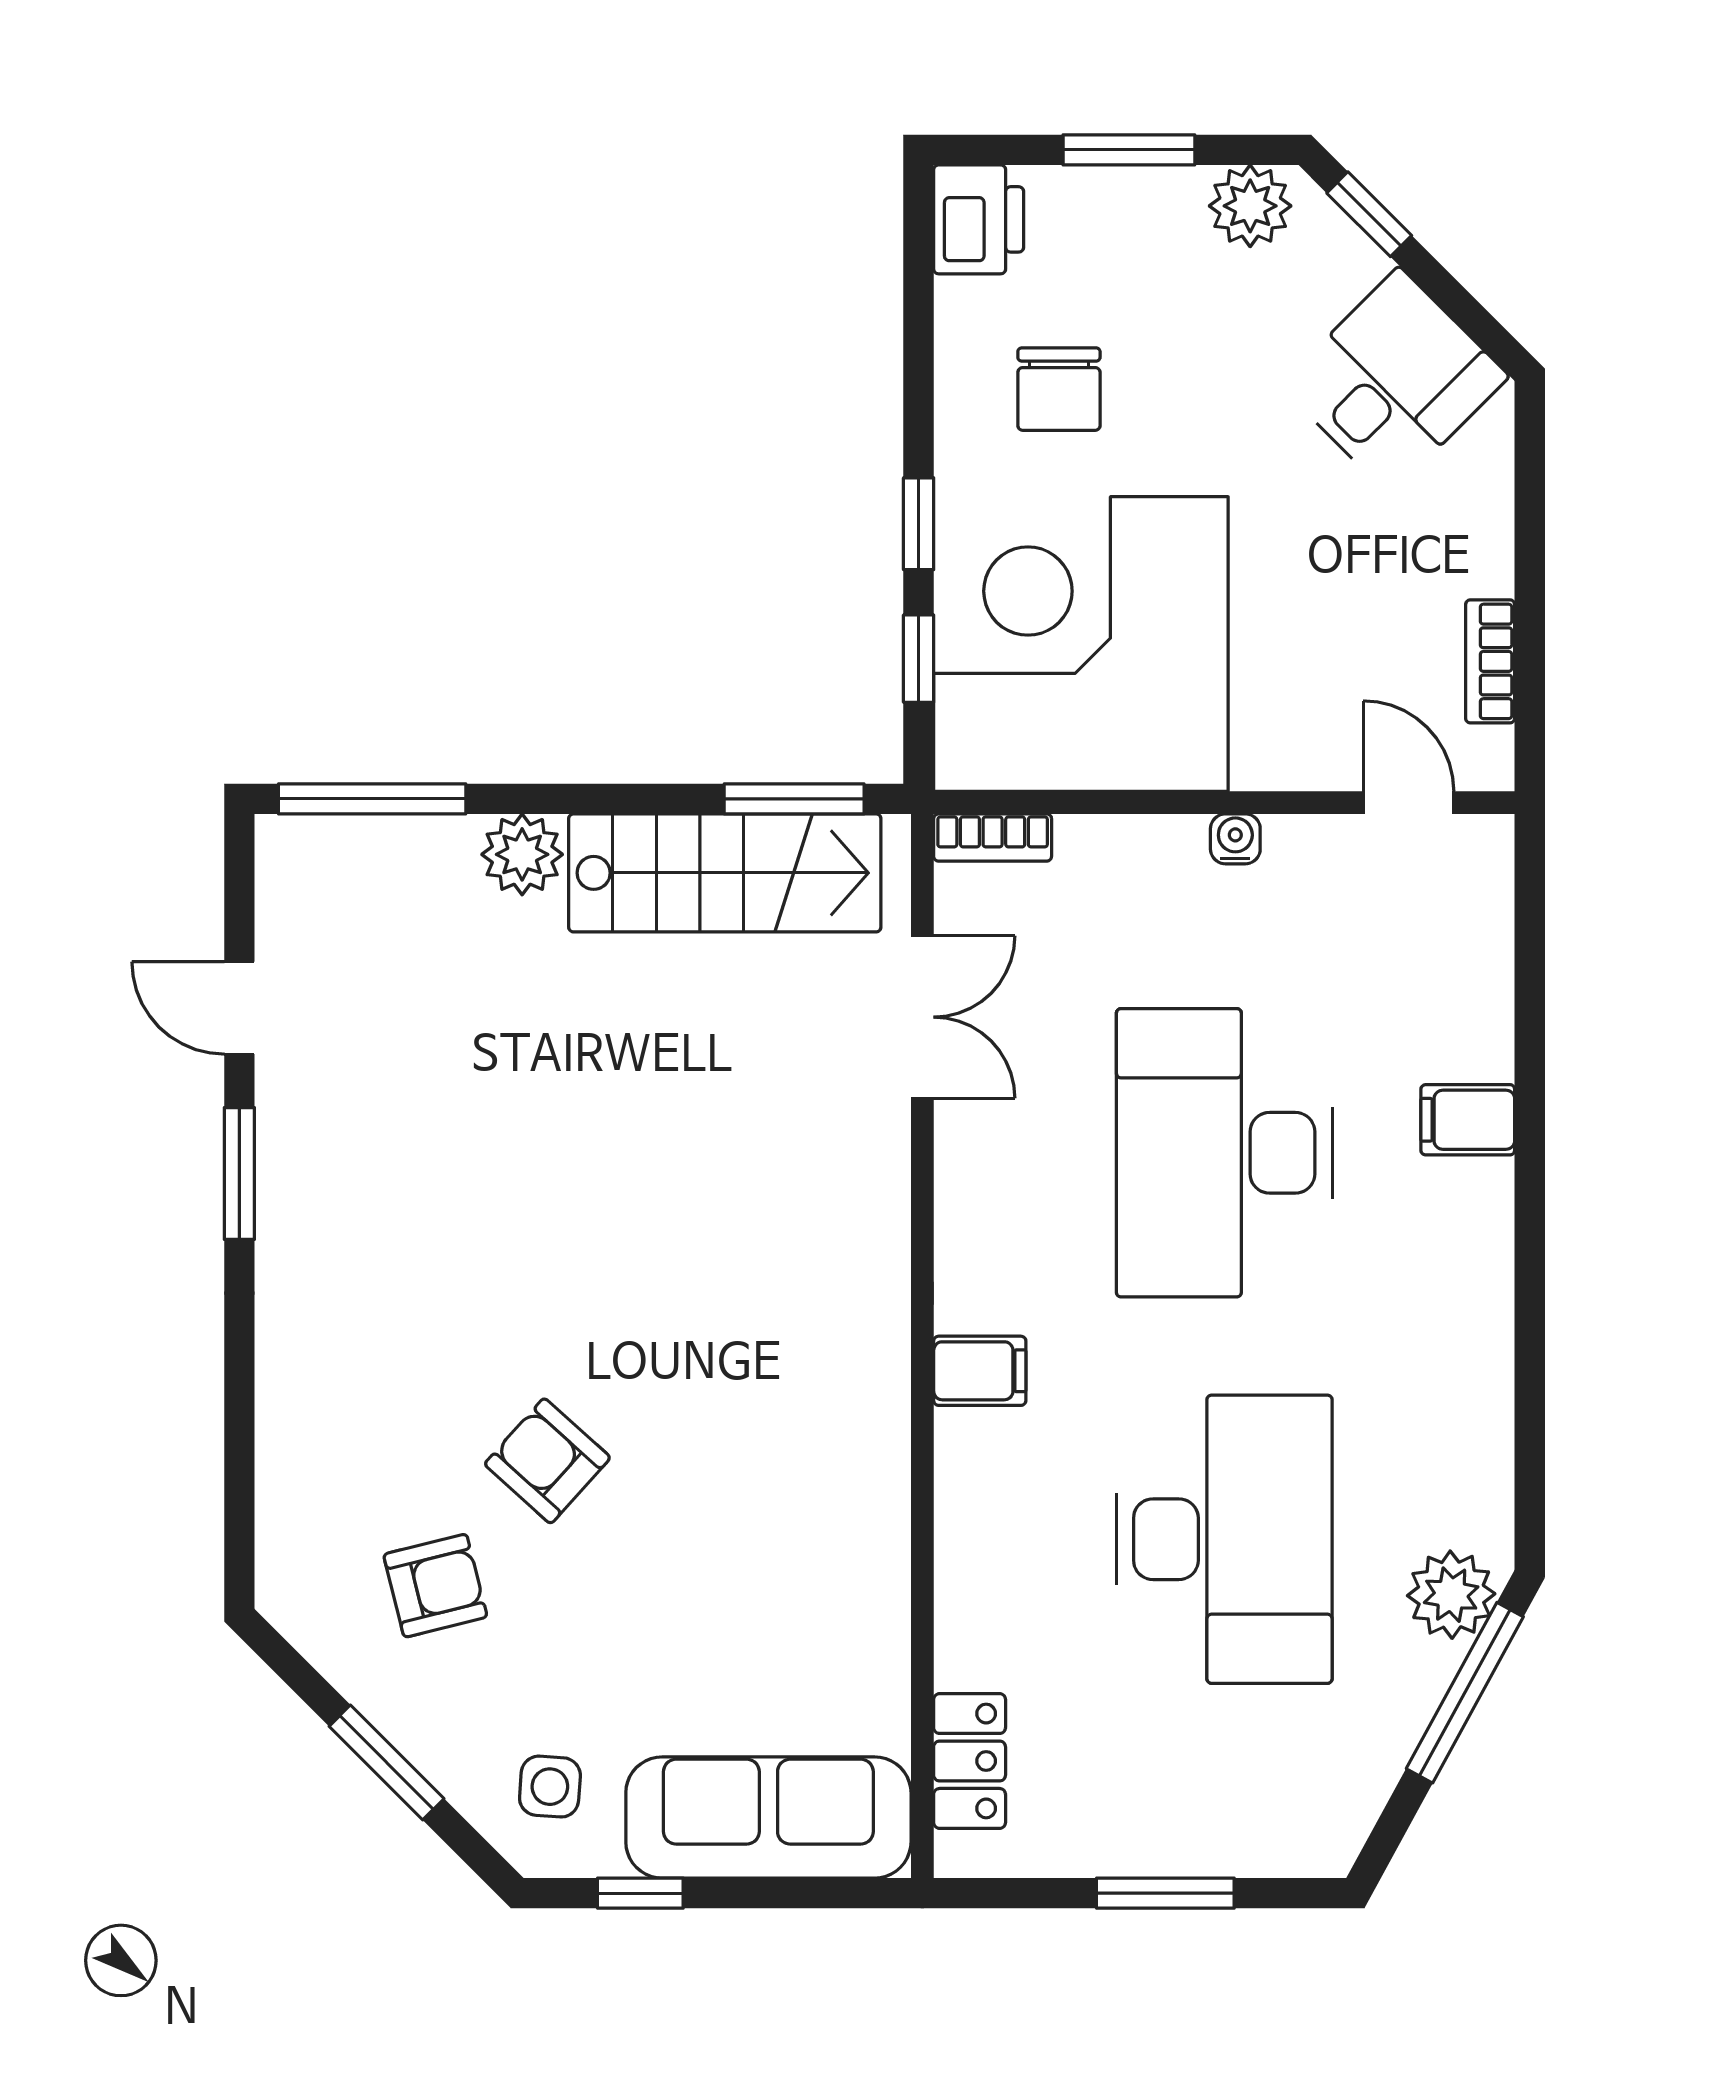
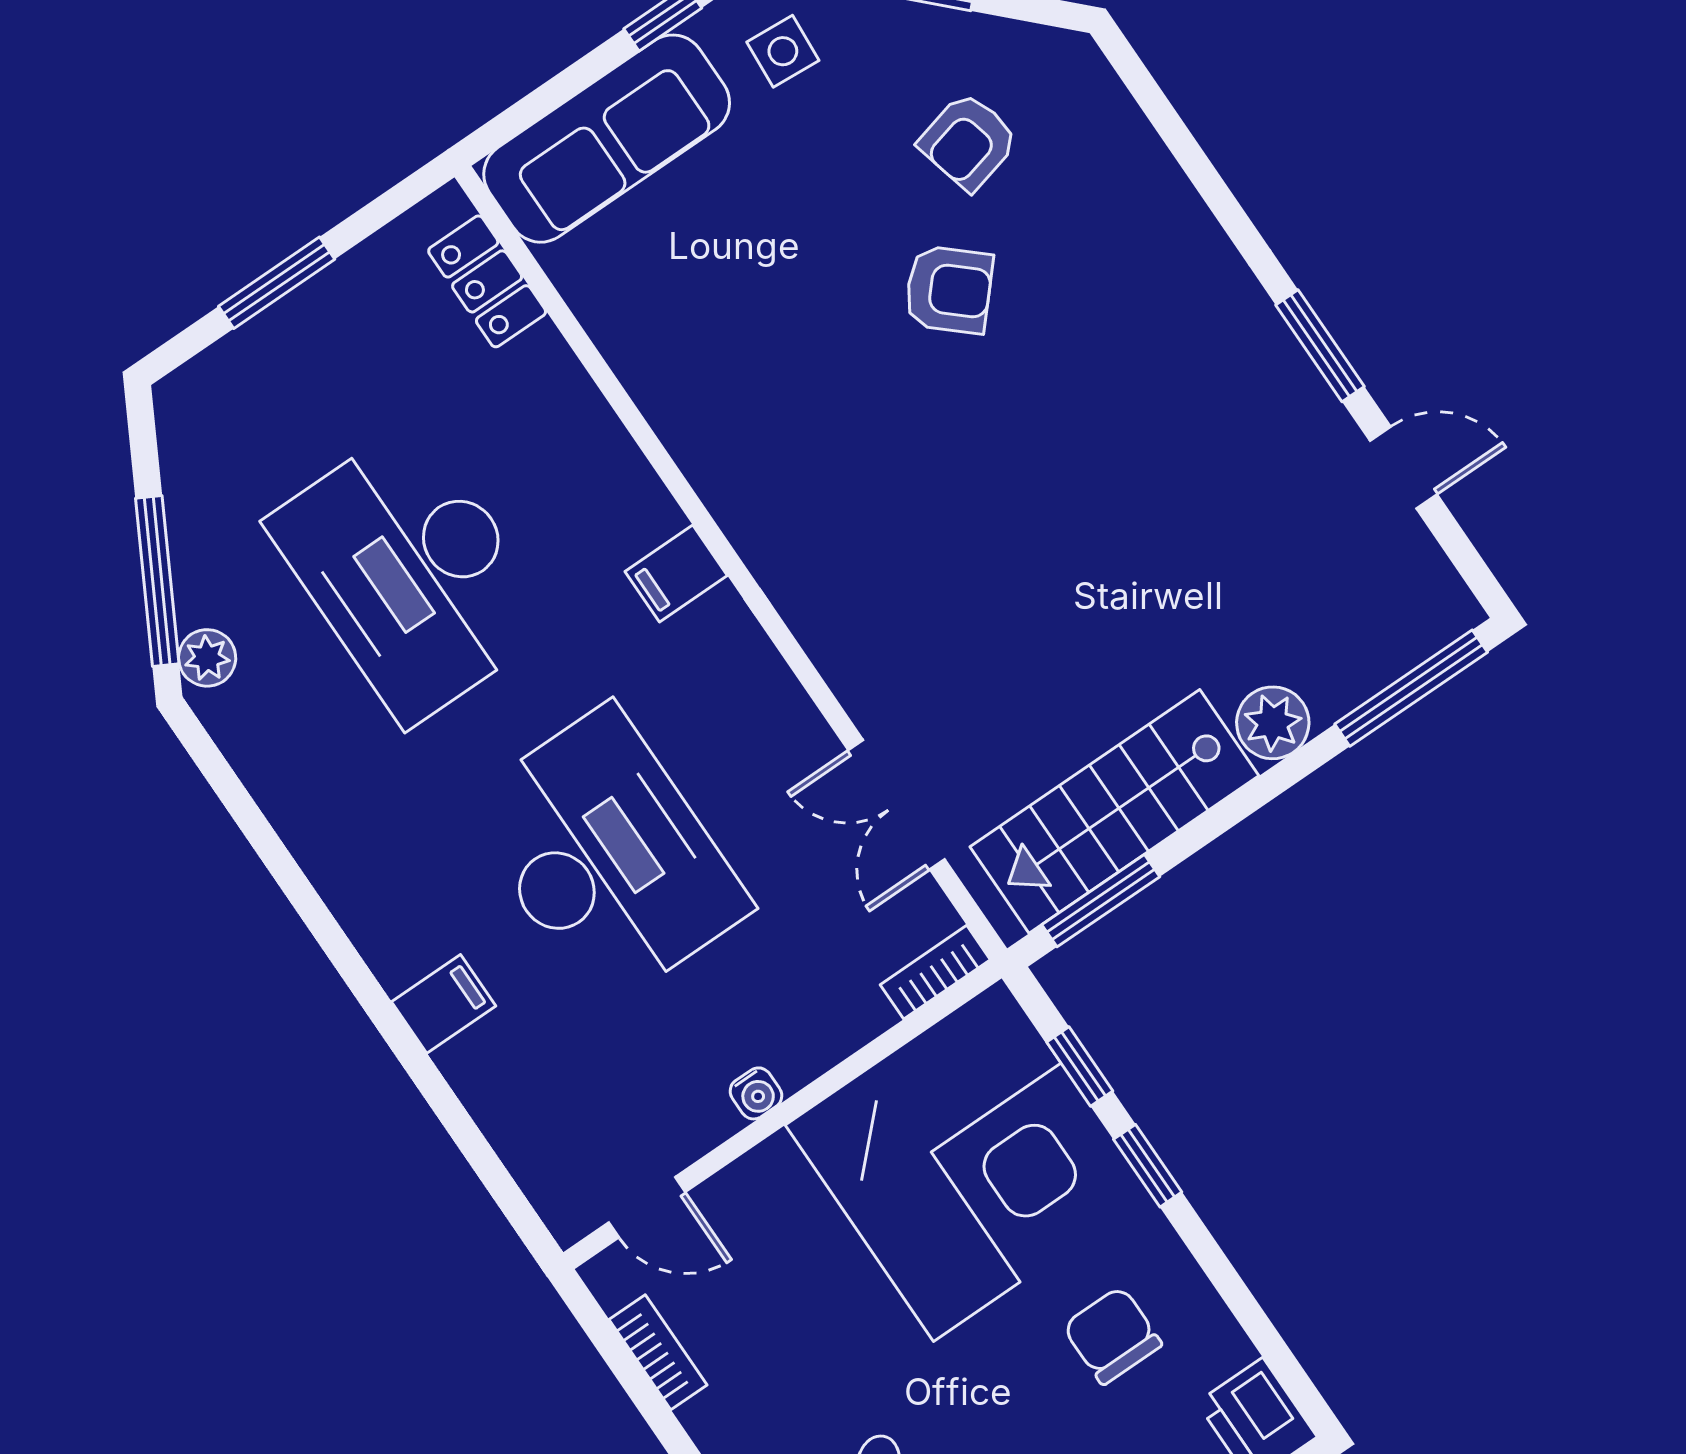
plant: (1451, 1595) -> (207, 658), width x0.73, depth x0.73

